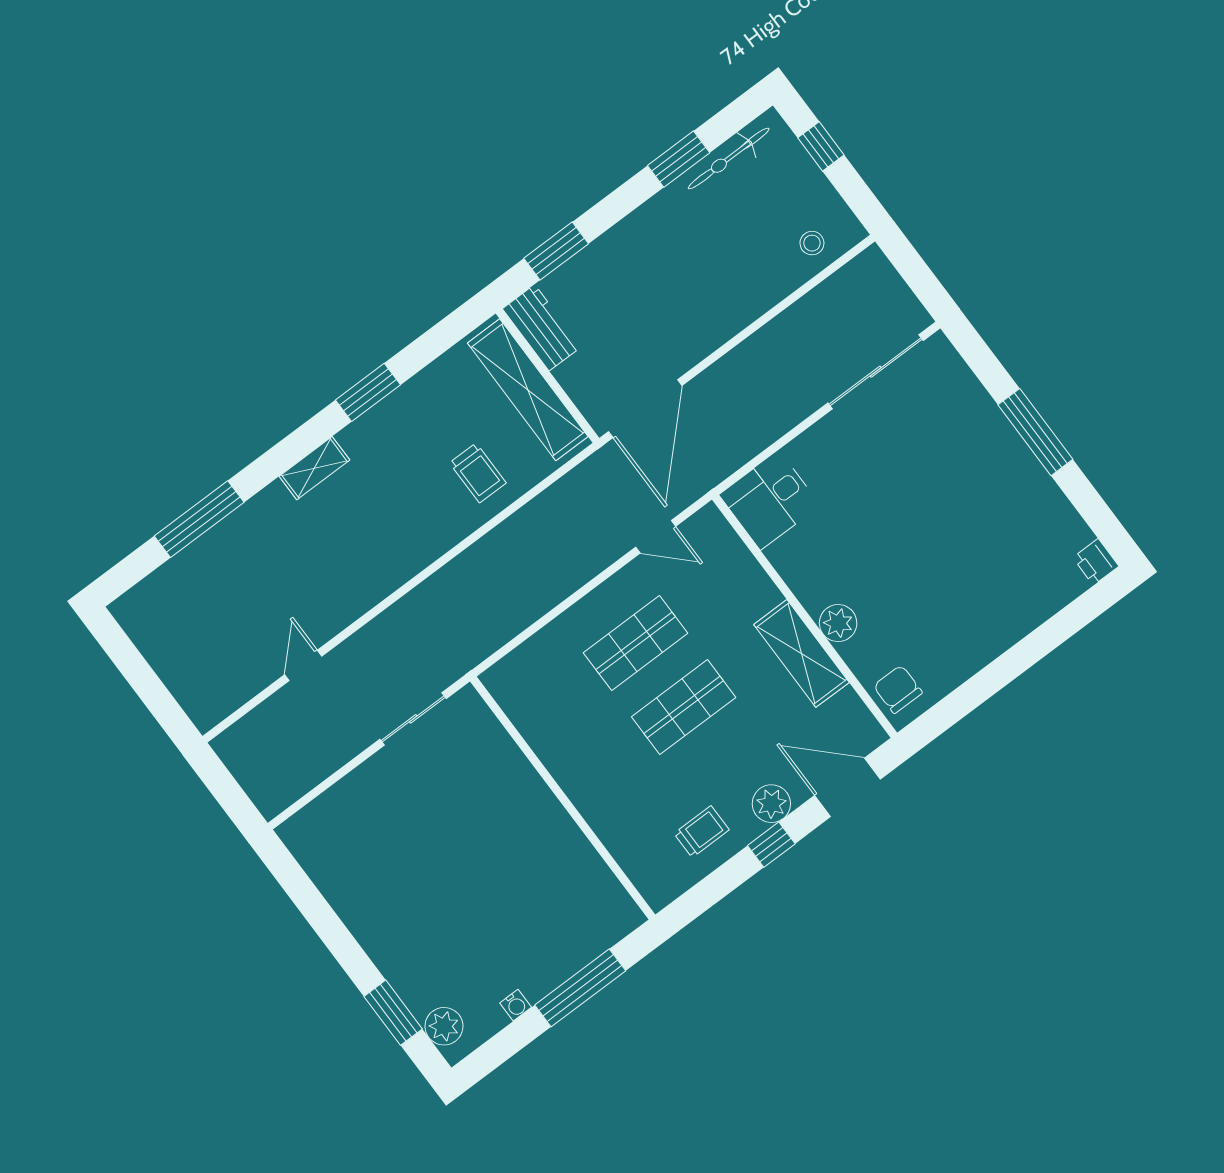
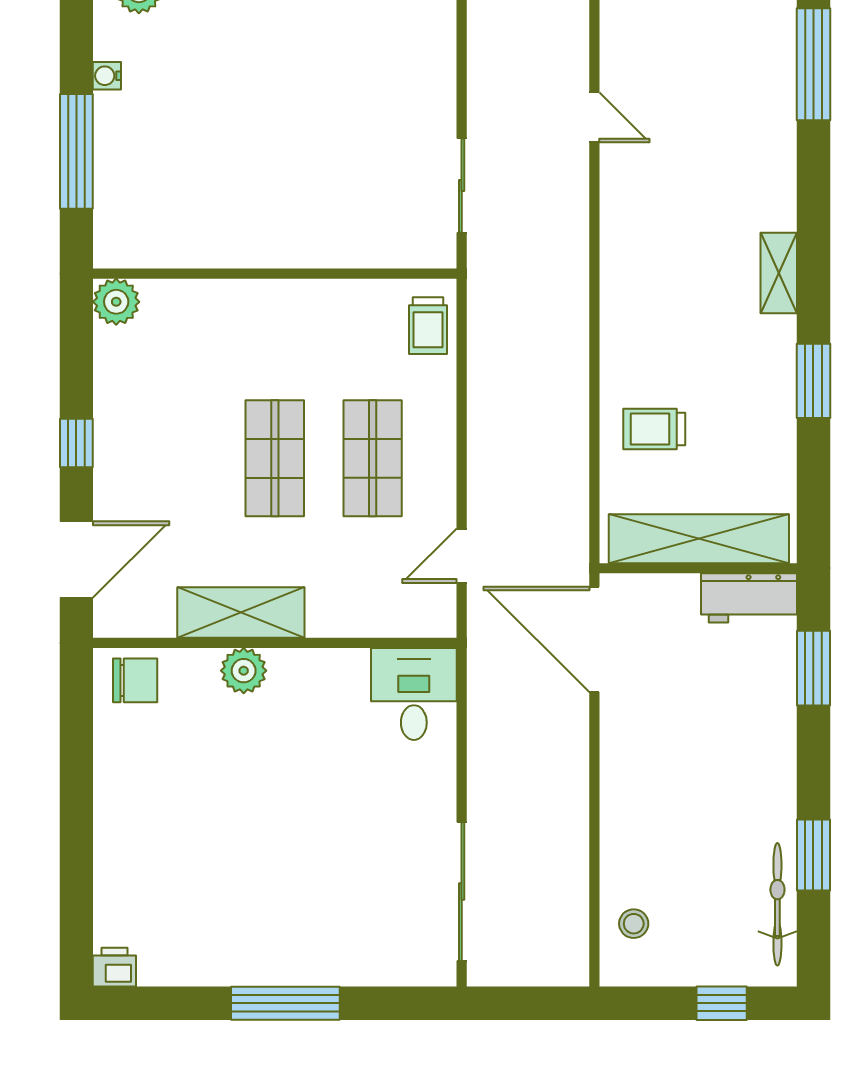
window: (199, 519) -> (813, 64), moved
plant: (771, 804) -> (116, 302), moved
trolley: (702, 832) -> (428, 326), moved

